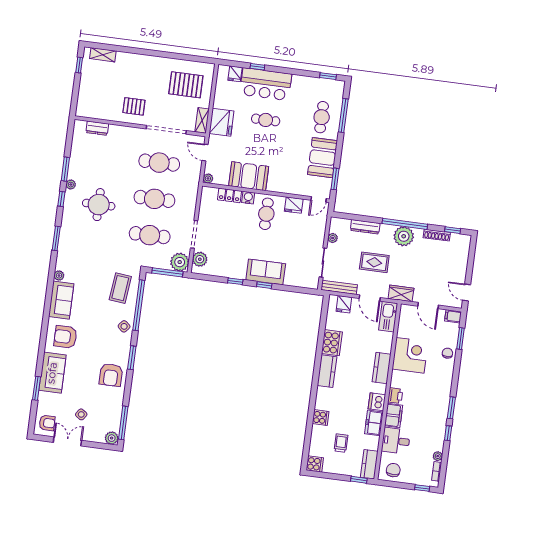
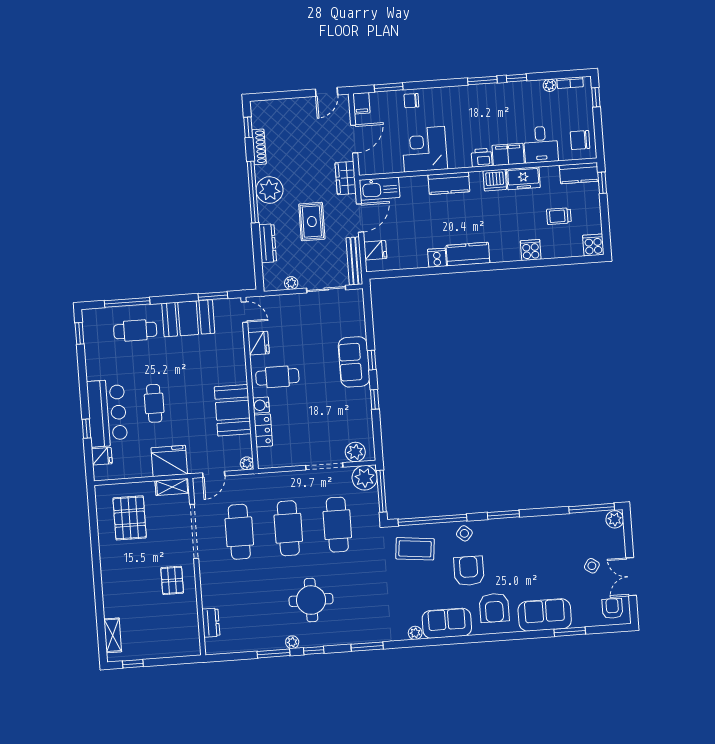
cooker: (332, 343) -> (437, 258), width x0.53, depth x0.76
armchair: (111, 375) -> (469, 571), moved, turned -90

